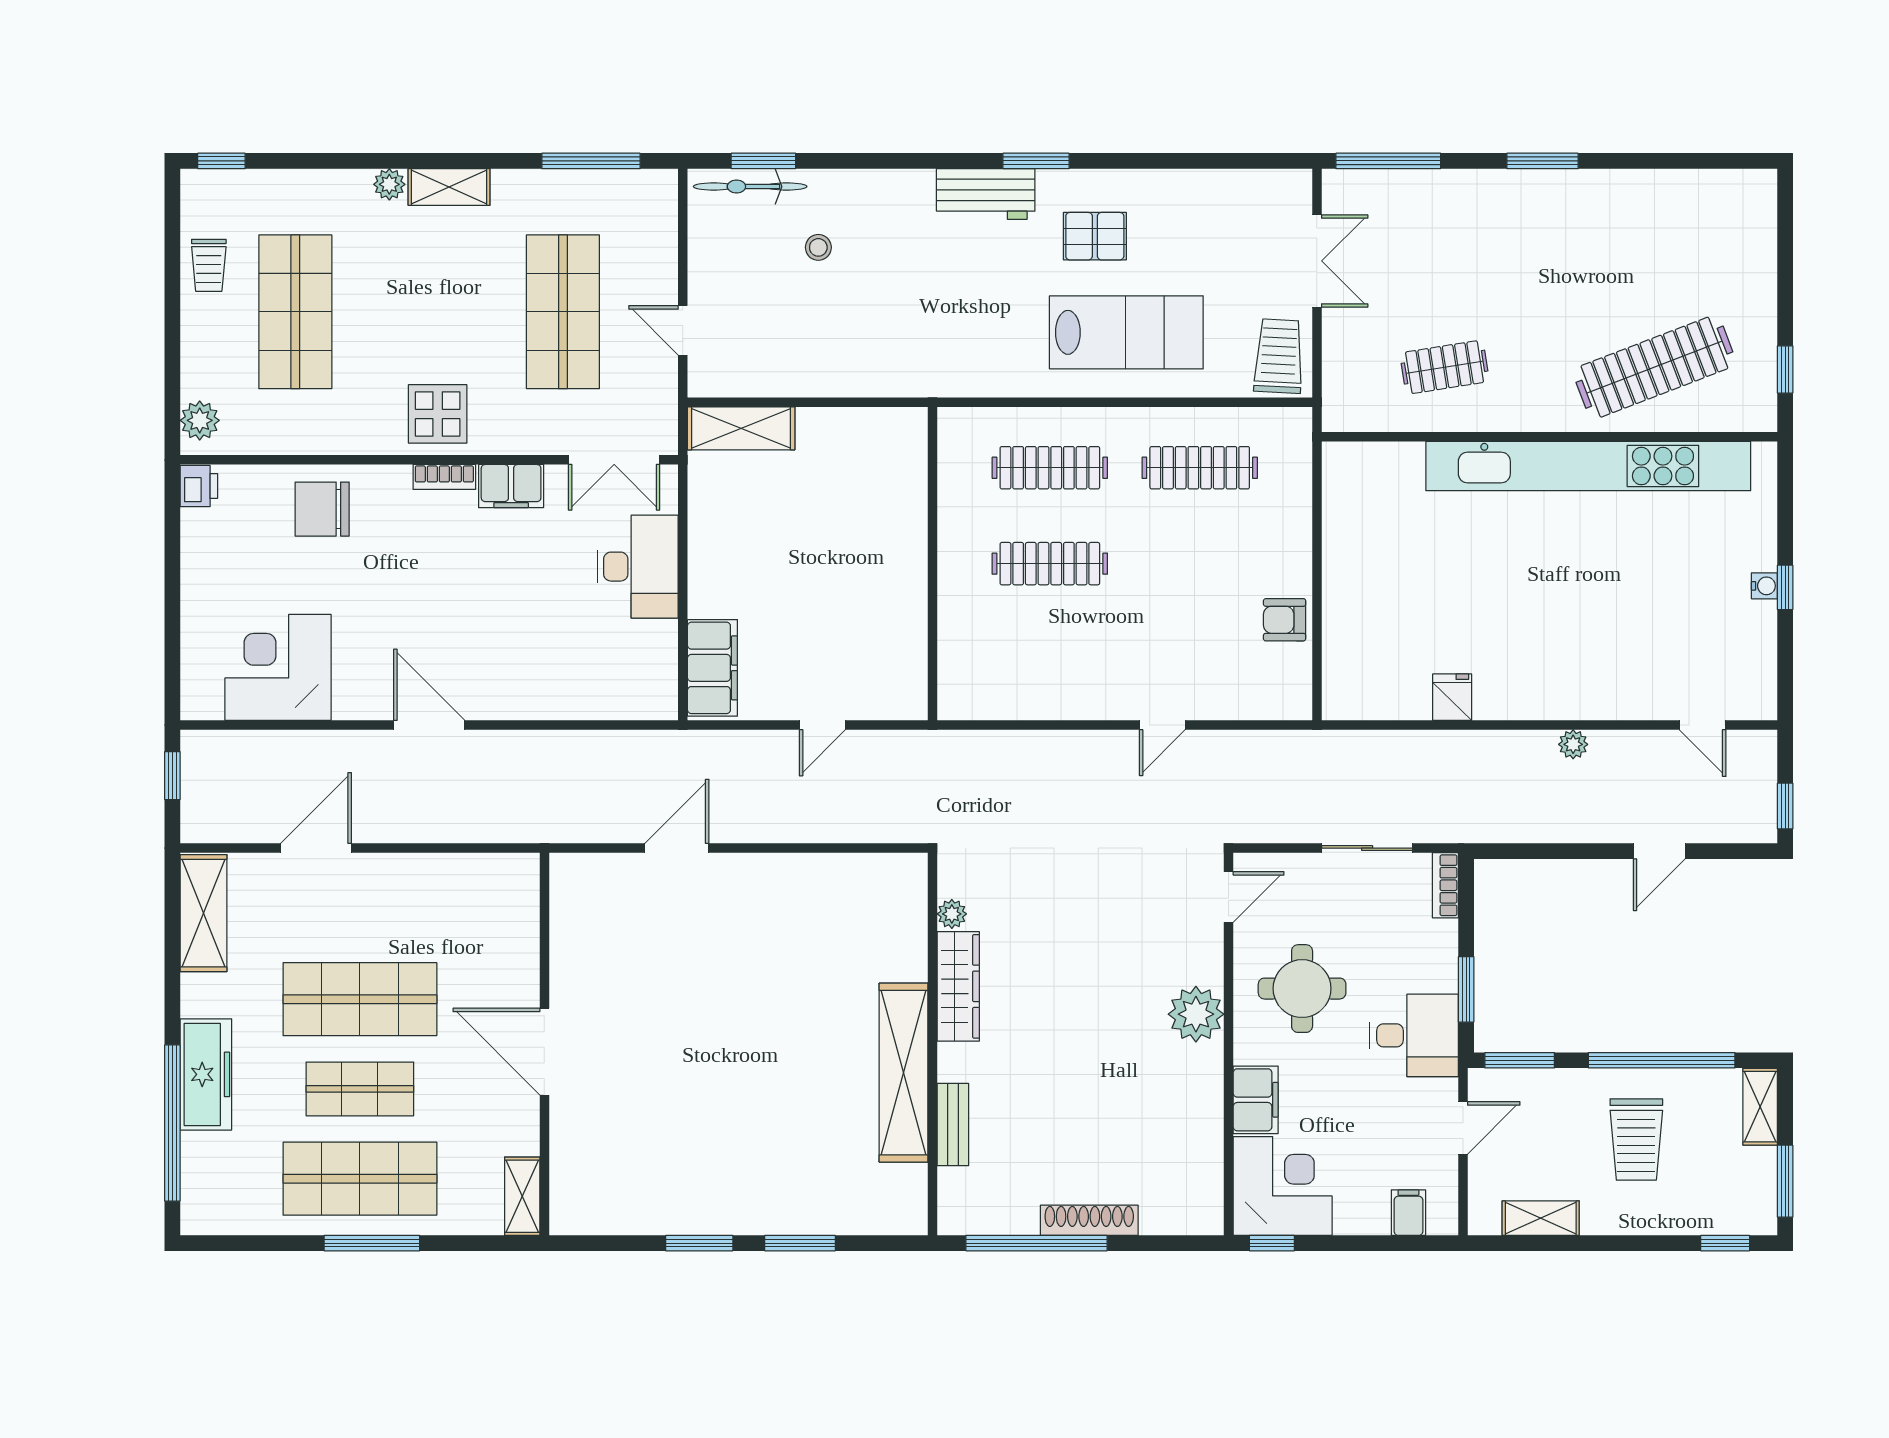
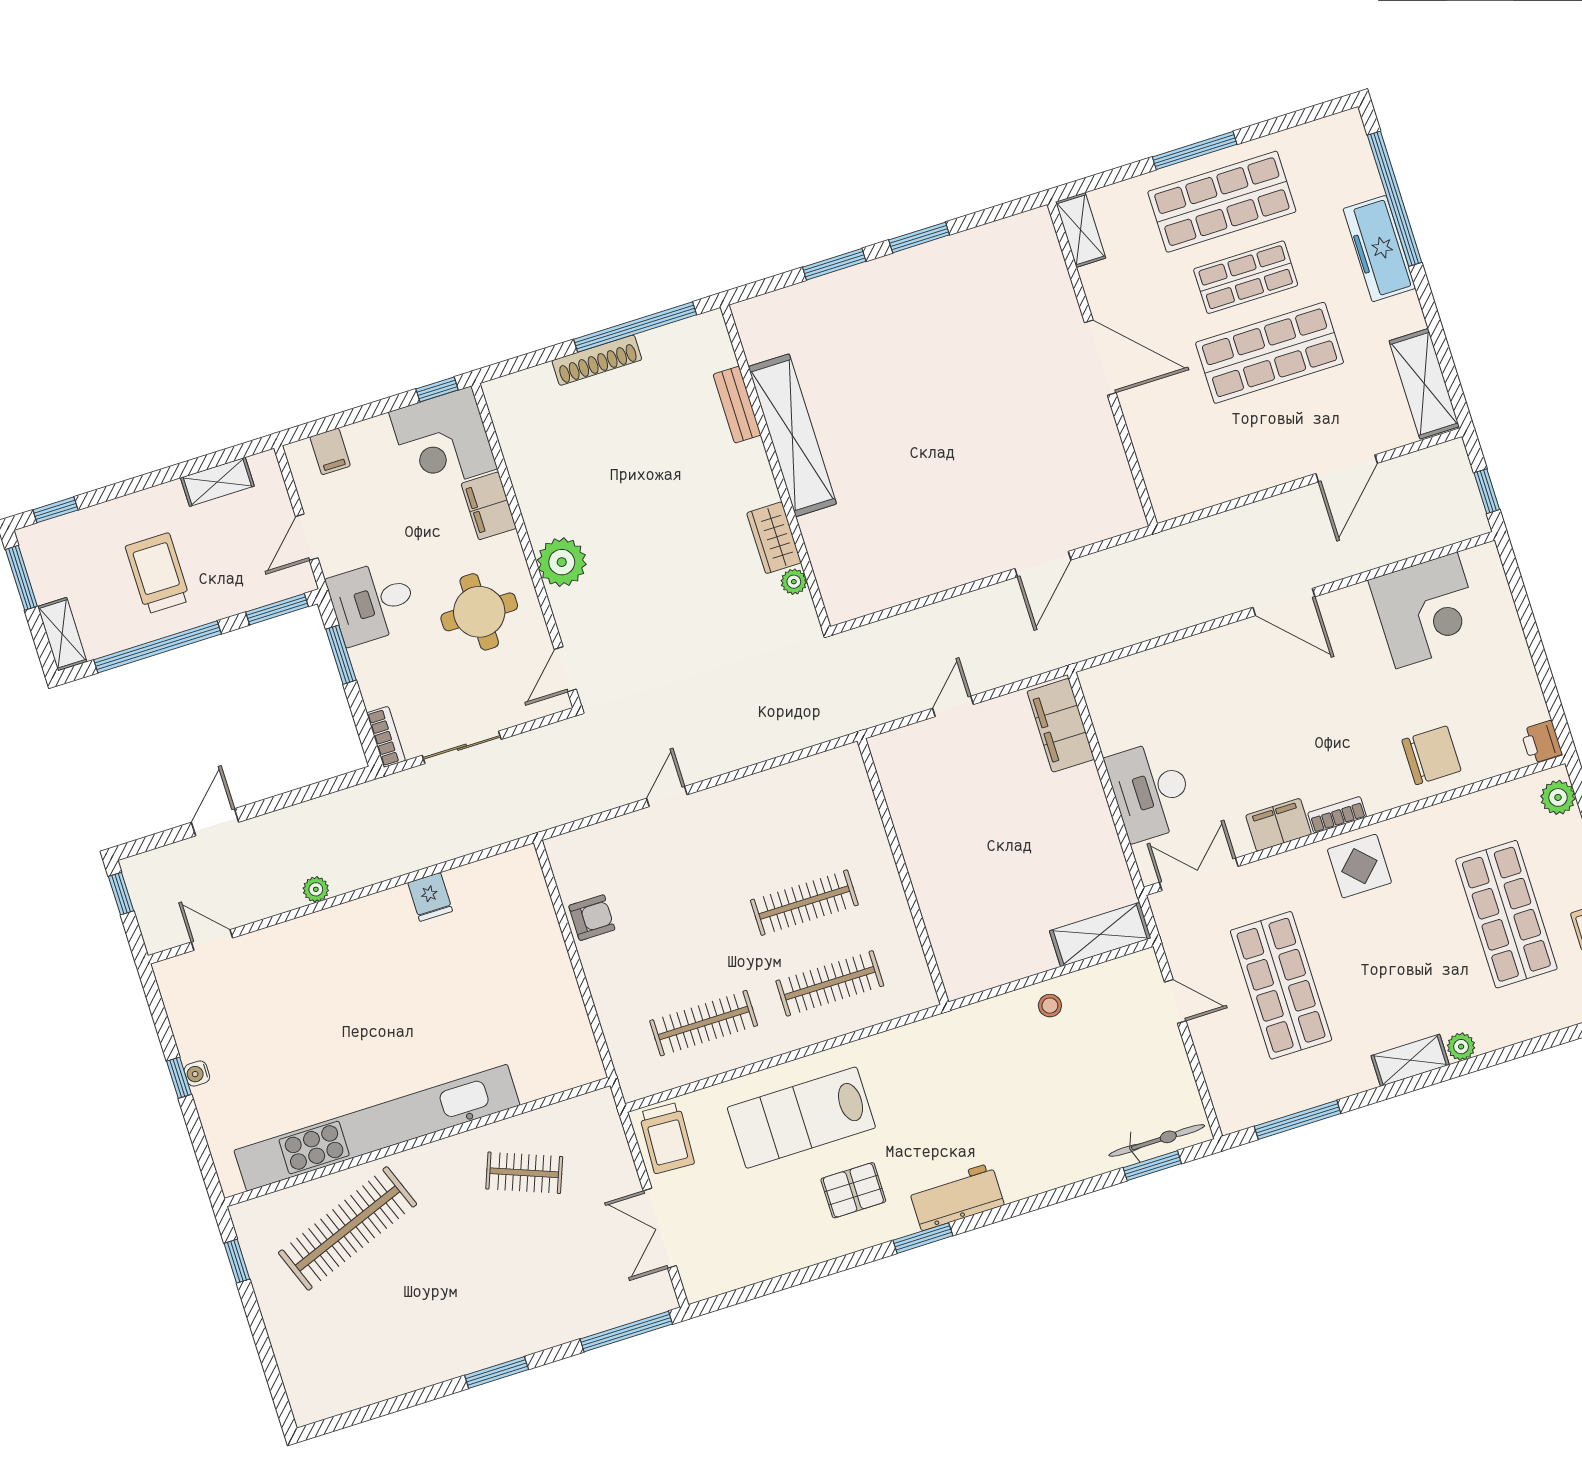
stool: (818, 247) -> (1050, 1006), moved
clothes rail: (1445, 367) -> (524, 1173), turned 30
wardrobe: (958, 986) -> (774, 538), width x0.67

